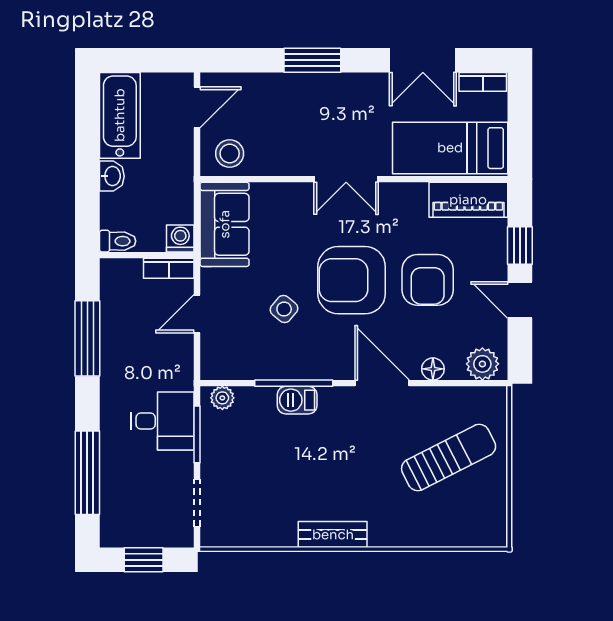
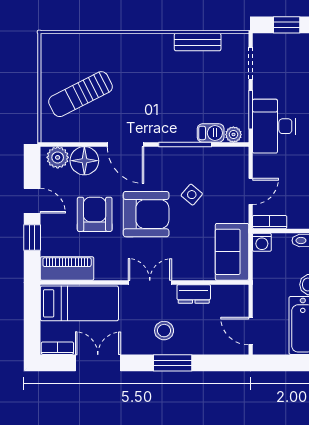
door: (197, 107) -> (251, 331), hinge flipped
stool: (230, 154) -> (164, 331), moved
dresser: (281, 162) -> (194, 294), added
floor lamp: (433, 369) -> (84, 161), width x1.89, depth x1.89
barbecue: (297, 400) -> (211, 133), moved
desk: (163, 421) -> (274, 126), width x1.37
bench: (333, 535) -> (198, 42), moved

